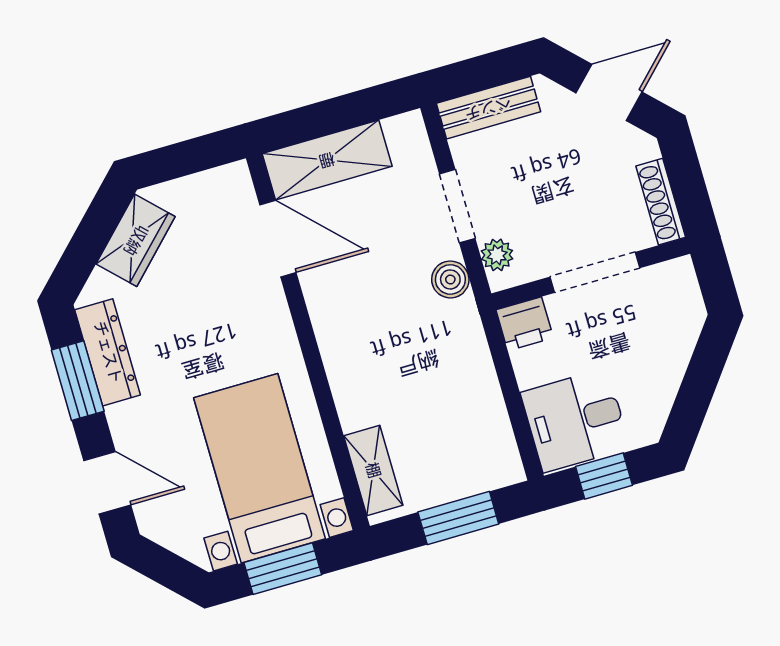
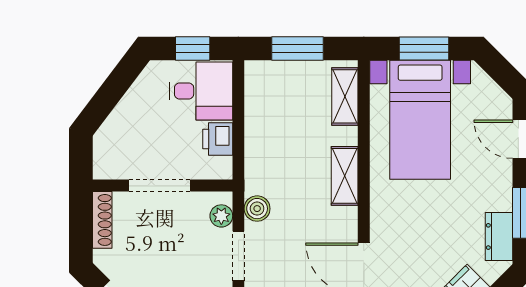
printer: (525, 324) -> (218, 139), moved, turned -90
dresser: (108, 352) -> (499, 236), width x0.70
shelving: (342, 360) -> (345, 176), added

